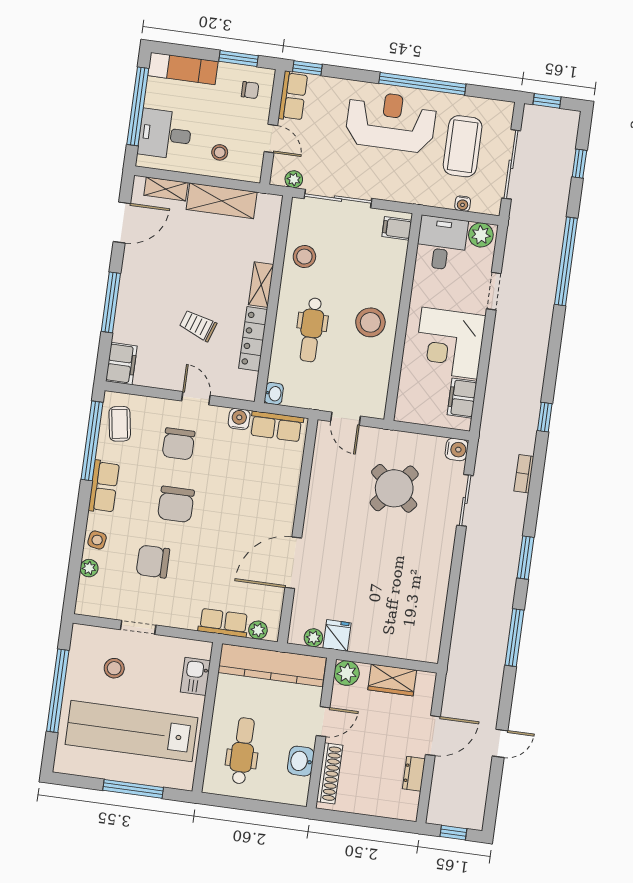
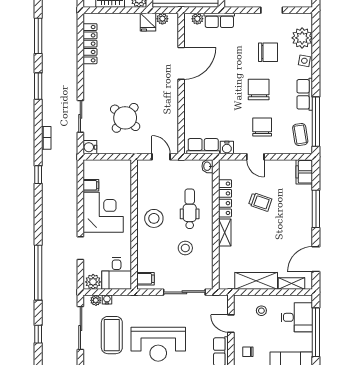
plant: (294, 179) -> (96, 300), moved
stool: (304, 257) -> (185, 248), moved
filing cabinet: (462, 398) -> (91, 185), width x0.50
plant: (89, 568) -> (302, 38), width x1.88, depth x1.88
locker: (434, 614) -> (90, 44), added

